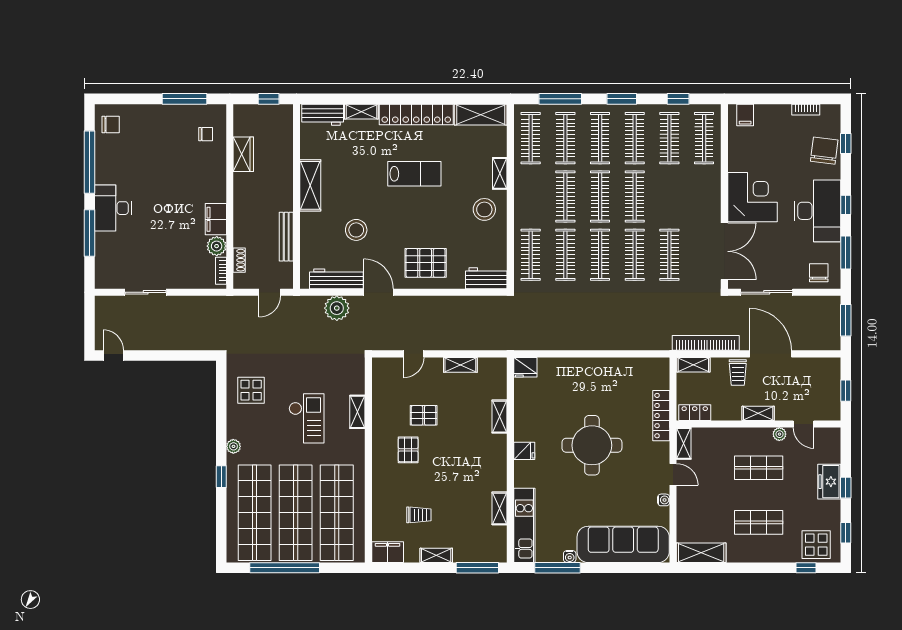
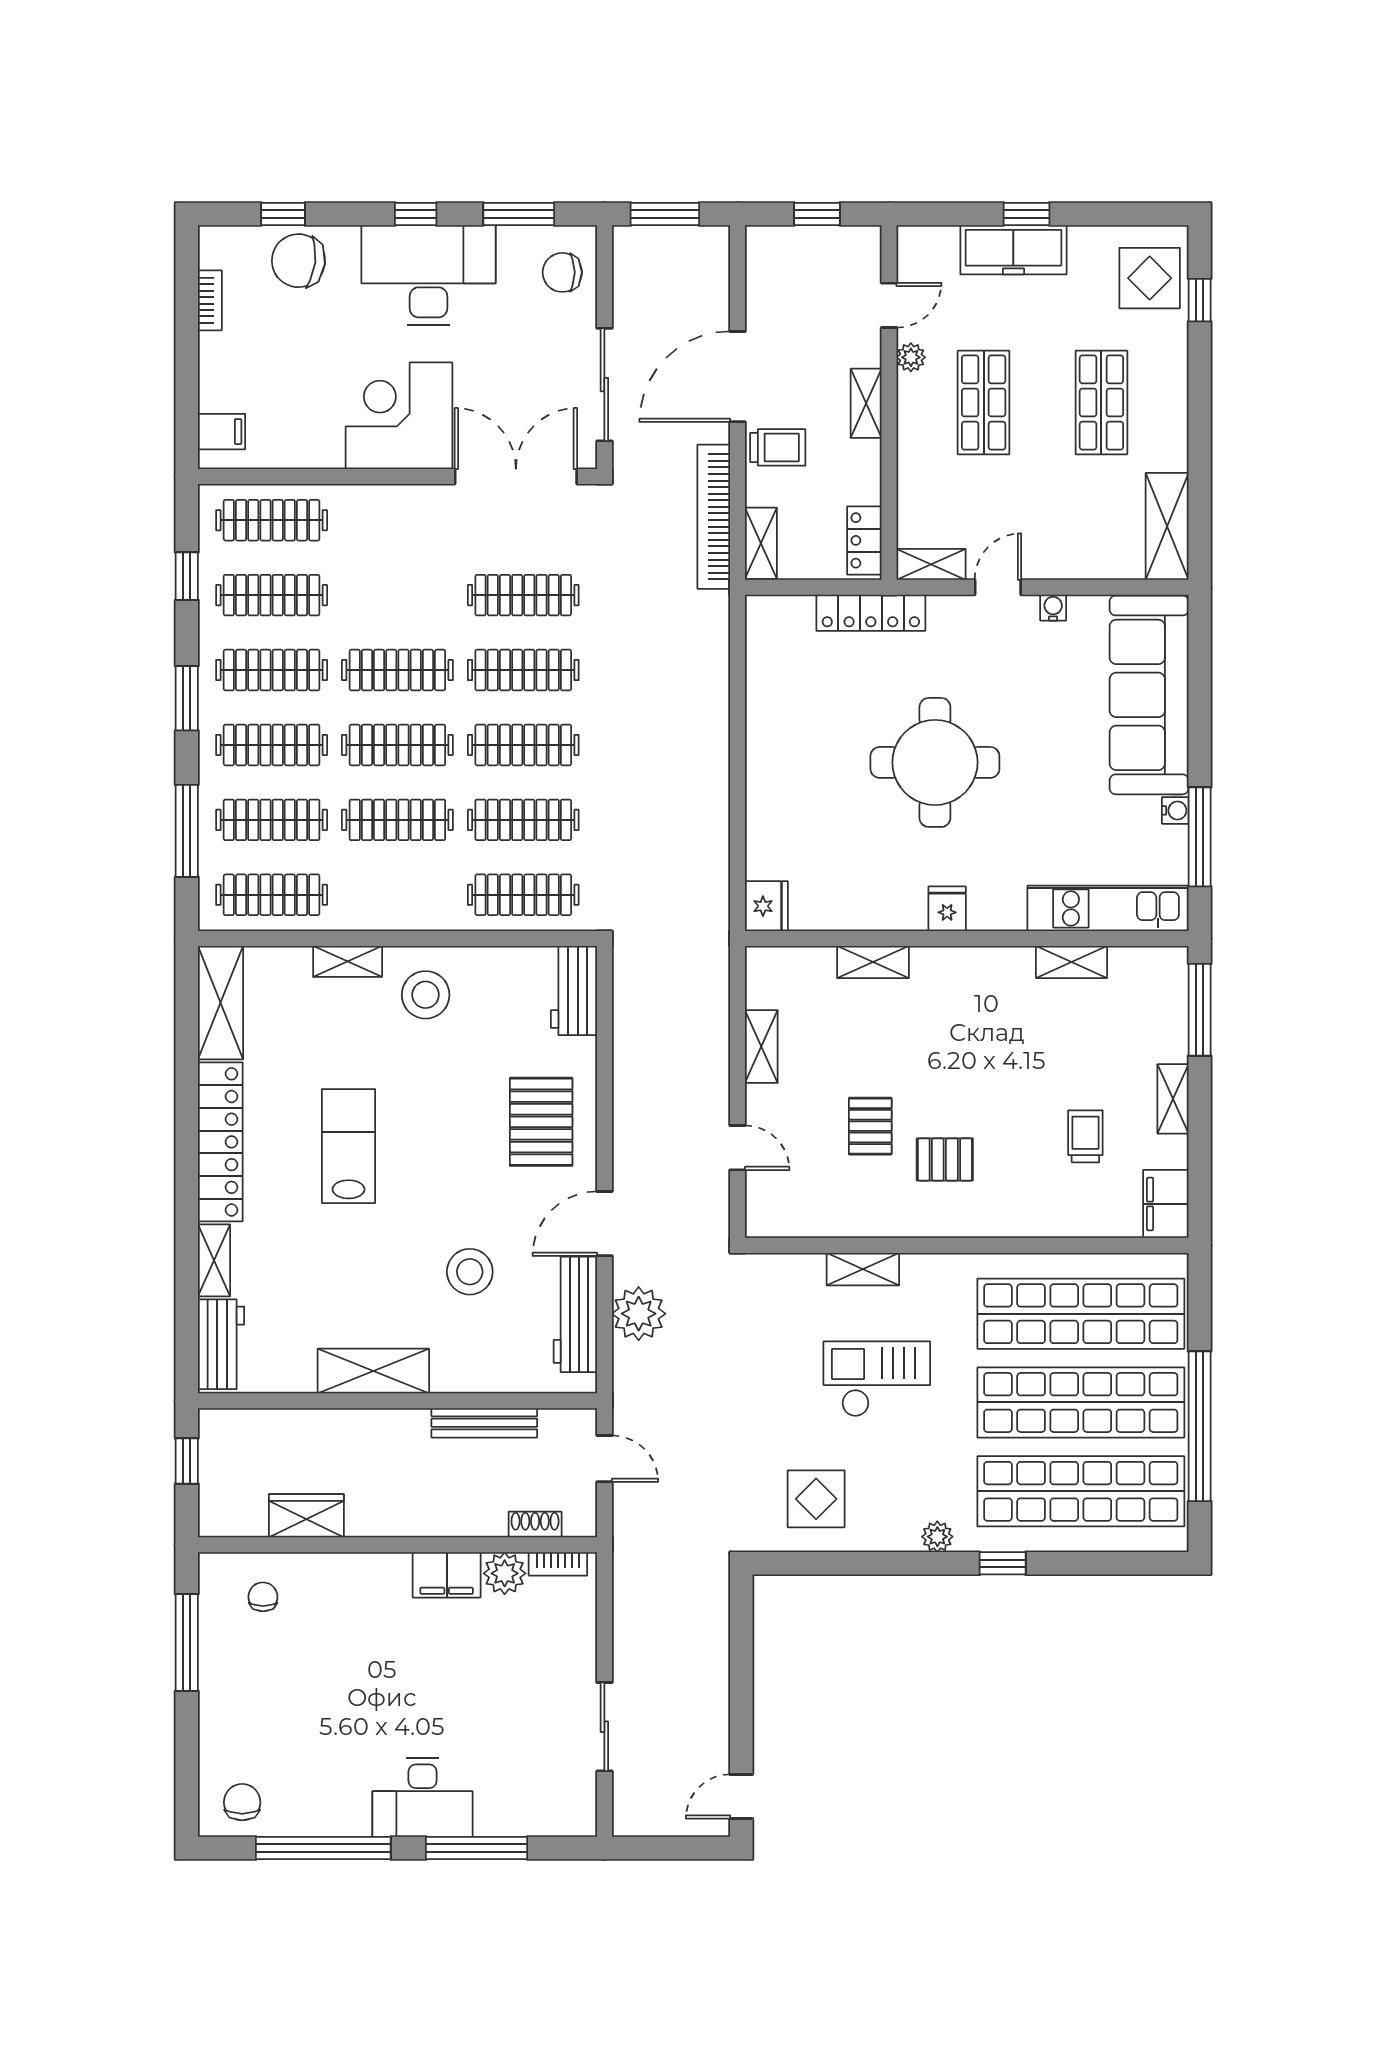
freezer: (829, 482) -> (1013, 250), width x1.40
window: (846, 533) -> (1124, 214), removed

